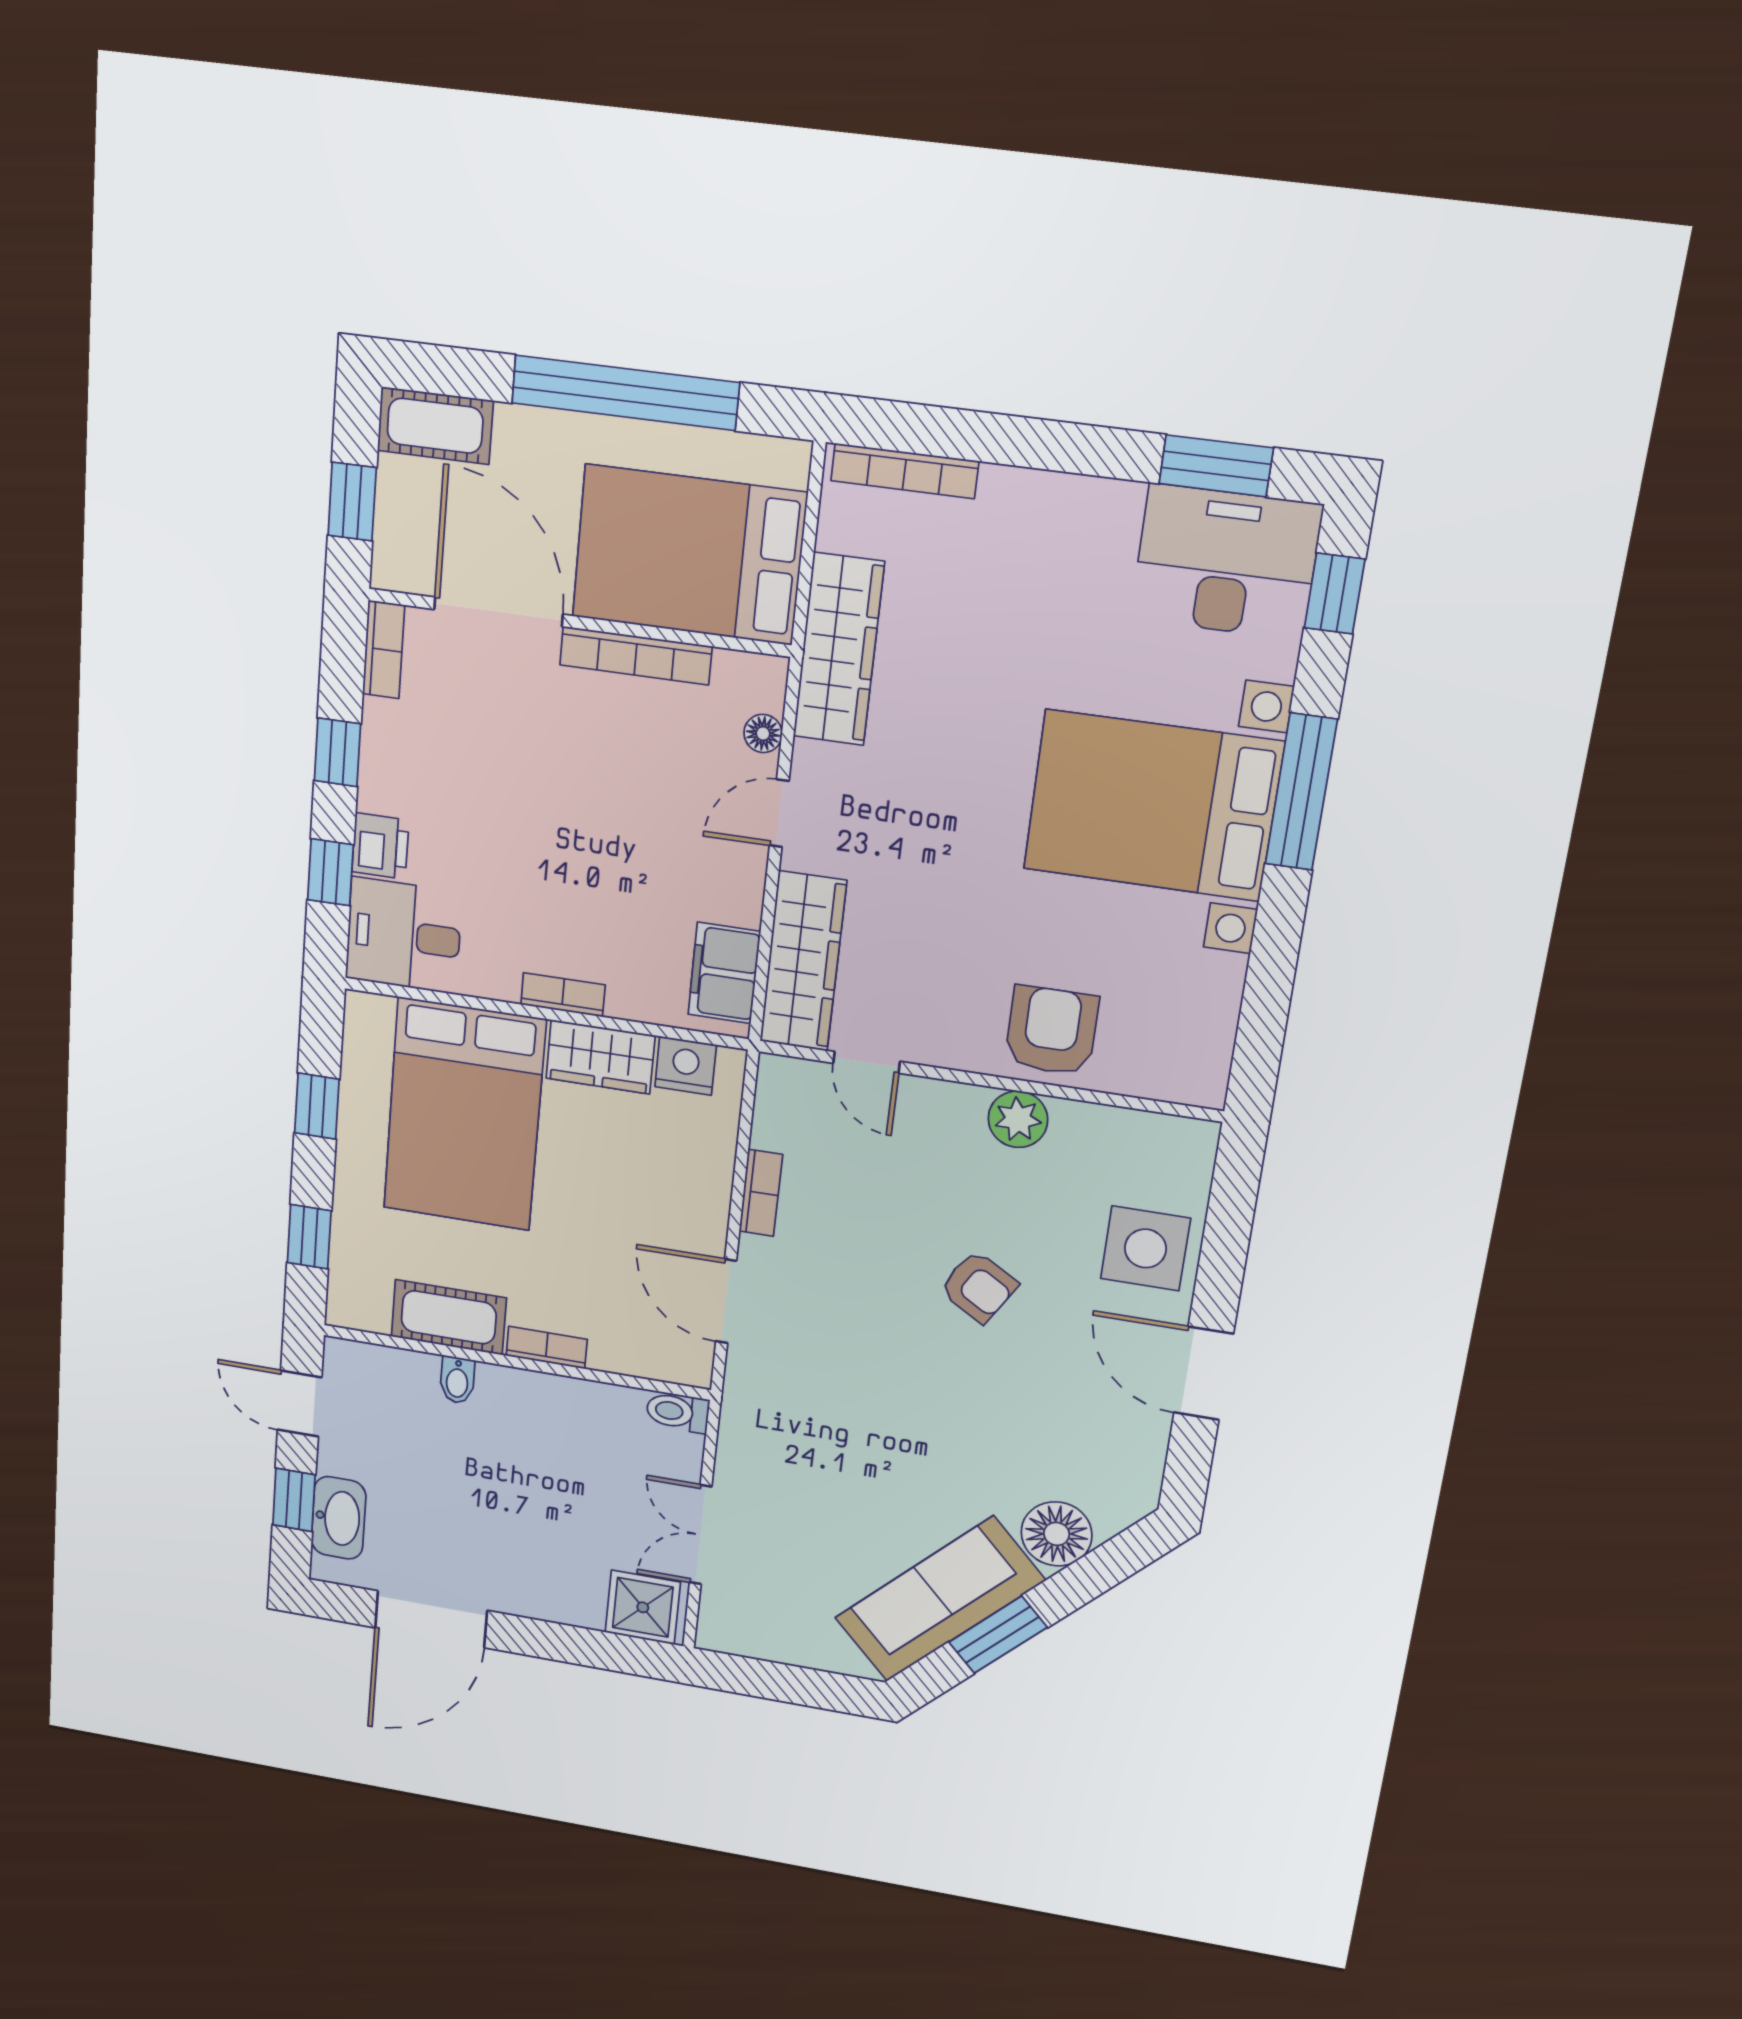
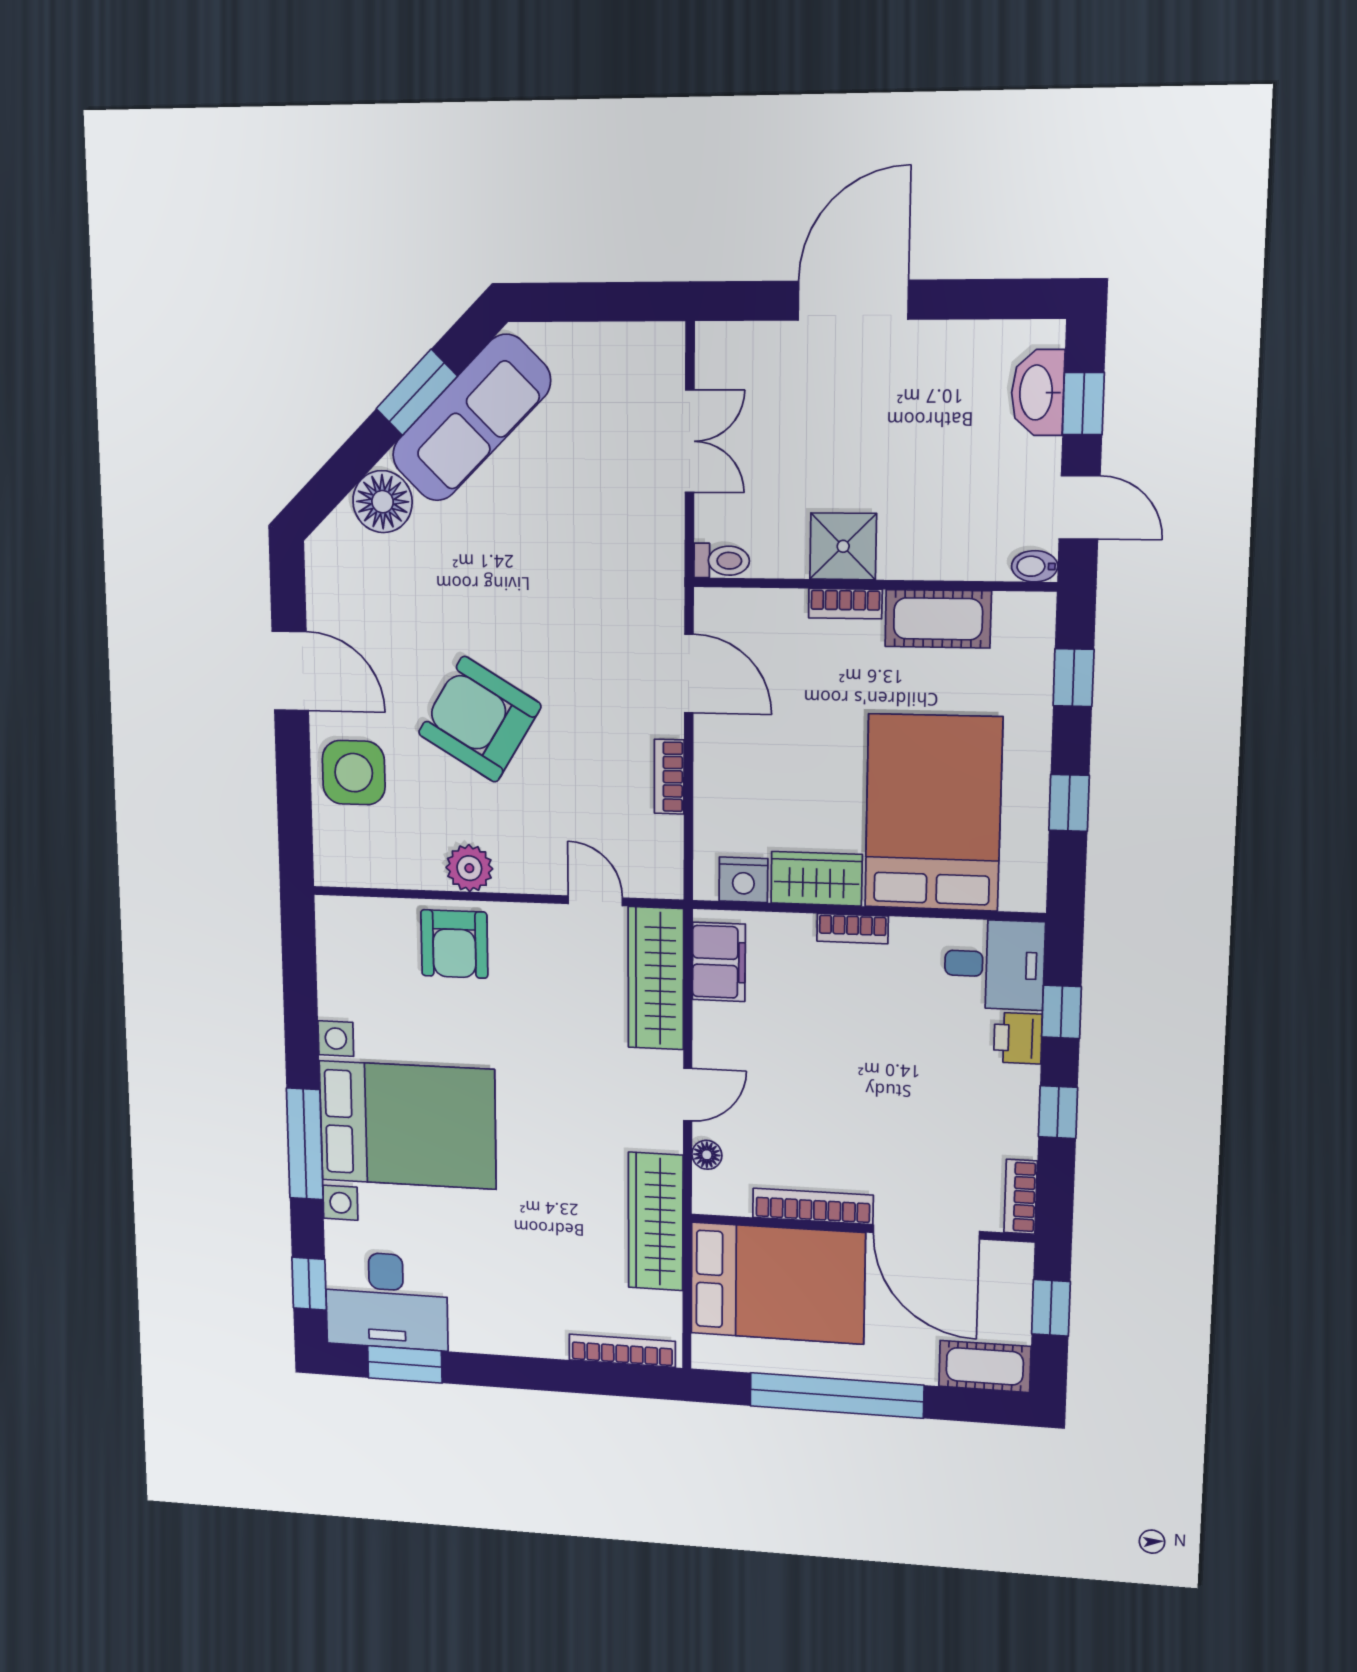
armchair: (979, 1287) -> (480, 719), width x1.88, depth x1.88
bidet: (457, 1380) -> (1035, 566), moved, turned -90
shower: (643, 1607) -> (843, 546), moved
door: (431, 1619) -> (853, 300), moved

